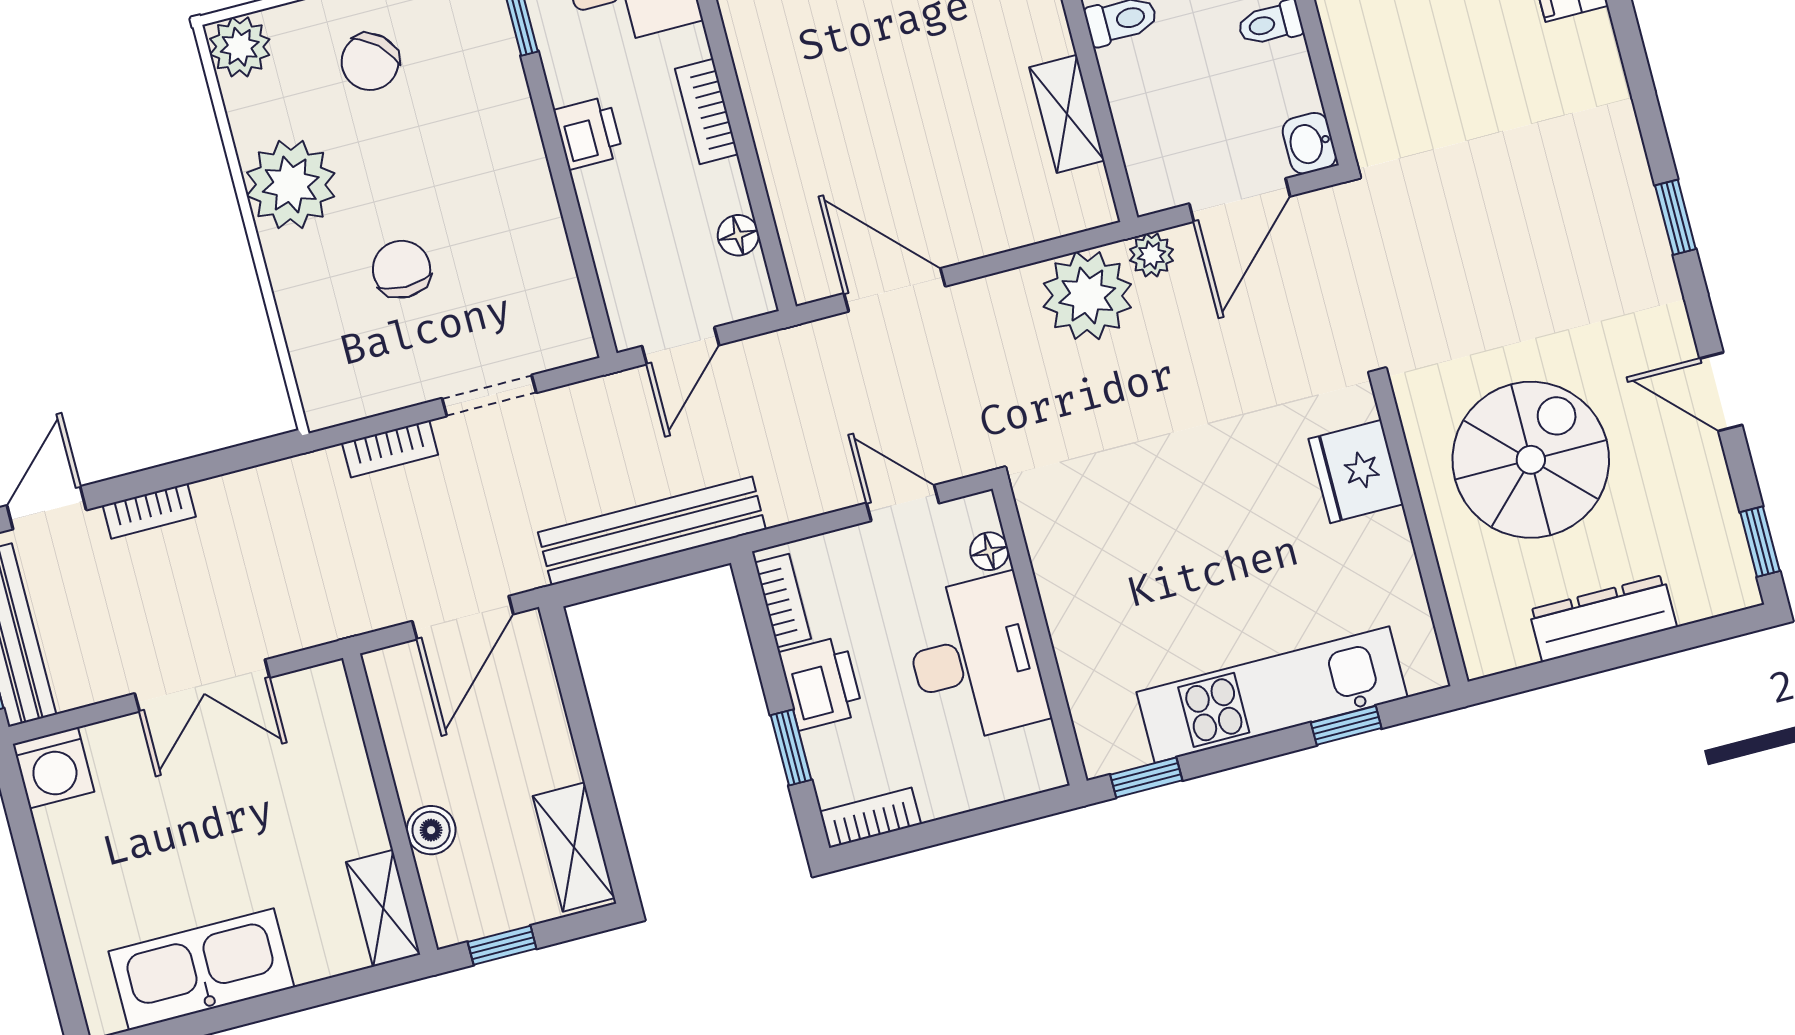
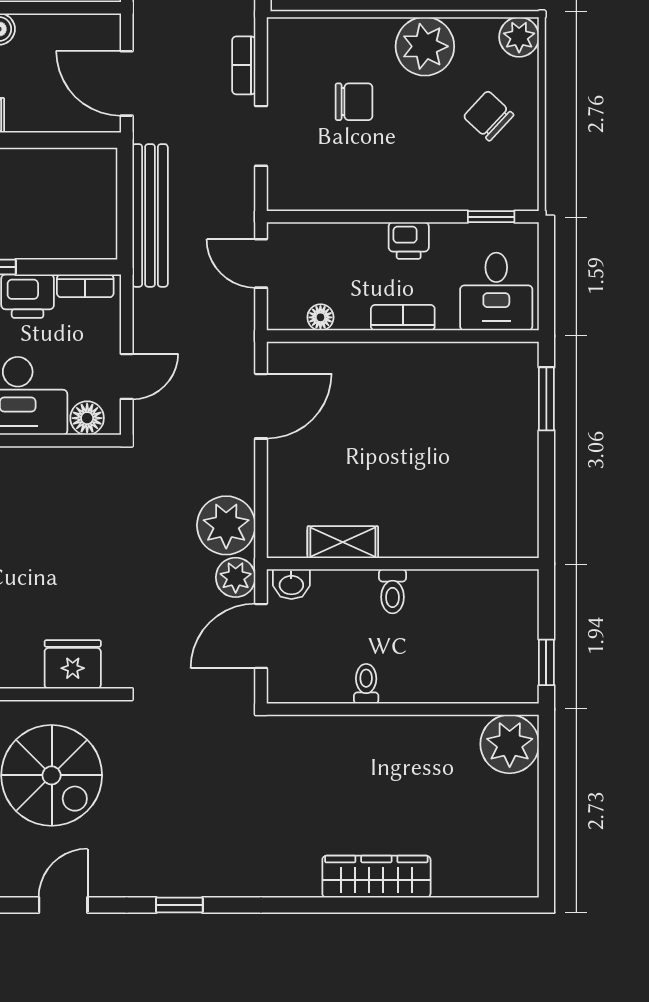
washbasin: (1309, 143) -> (291, 584), moved, turned 180
door: (1240, 200) -> (261, 636), hinge flipped
plant: (1151, 255) -> (236, 577), width x1.38, depth x1.38
floor lamp: (989, 551) -> (87, 418), width x1.37, depth x1.37

